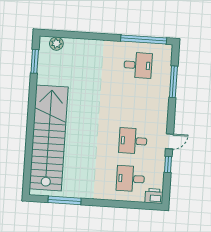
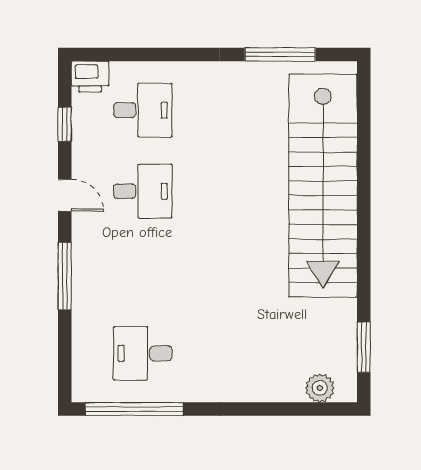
window: (173, 82) -> (65, 276), moved
door: (169, 141) -> (65, 195), swing flipped
window: (168, 164) -> (65, 124), moved

